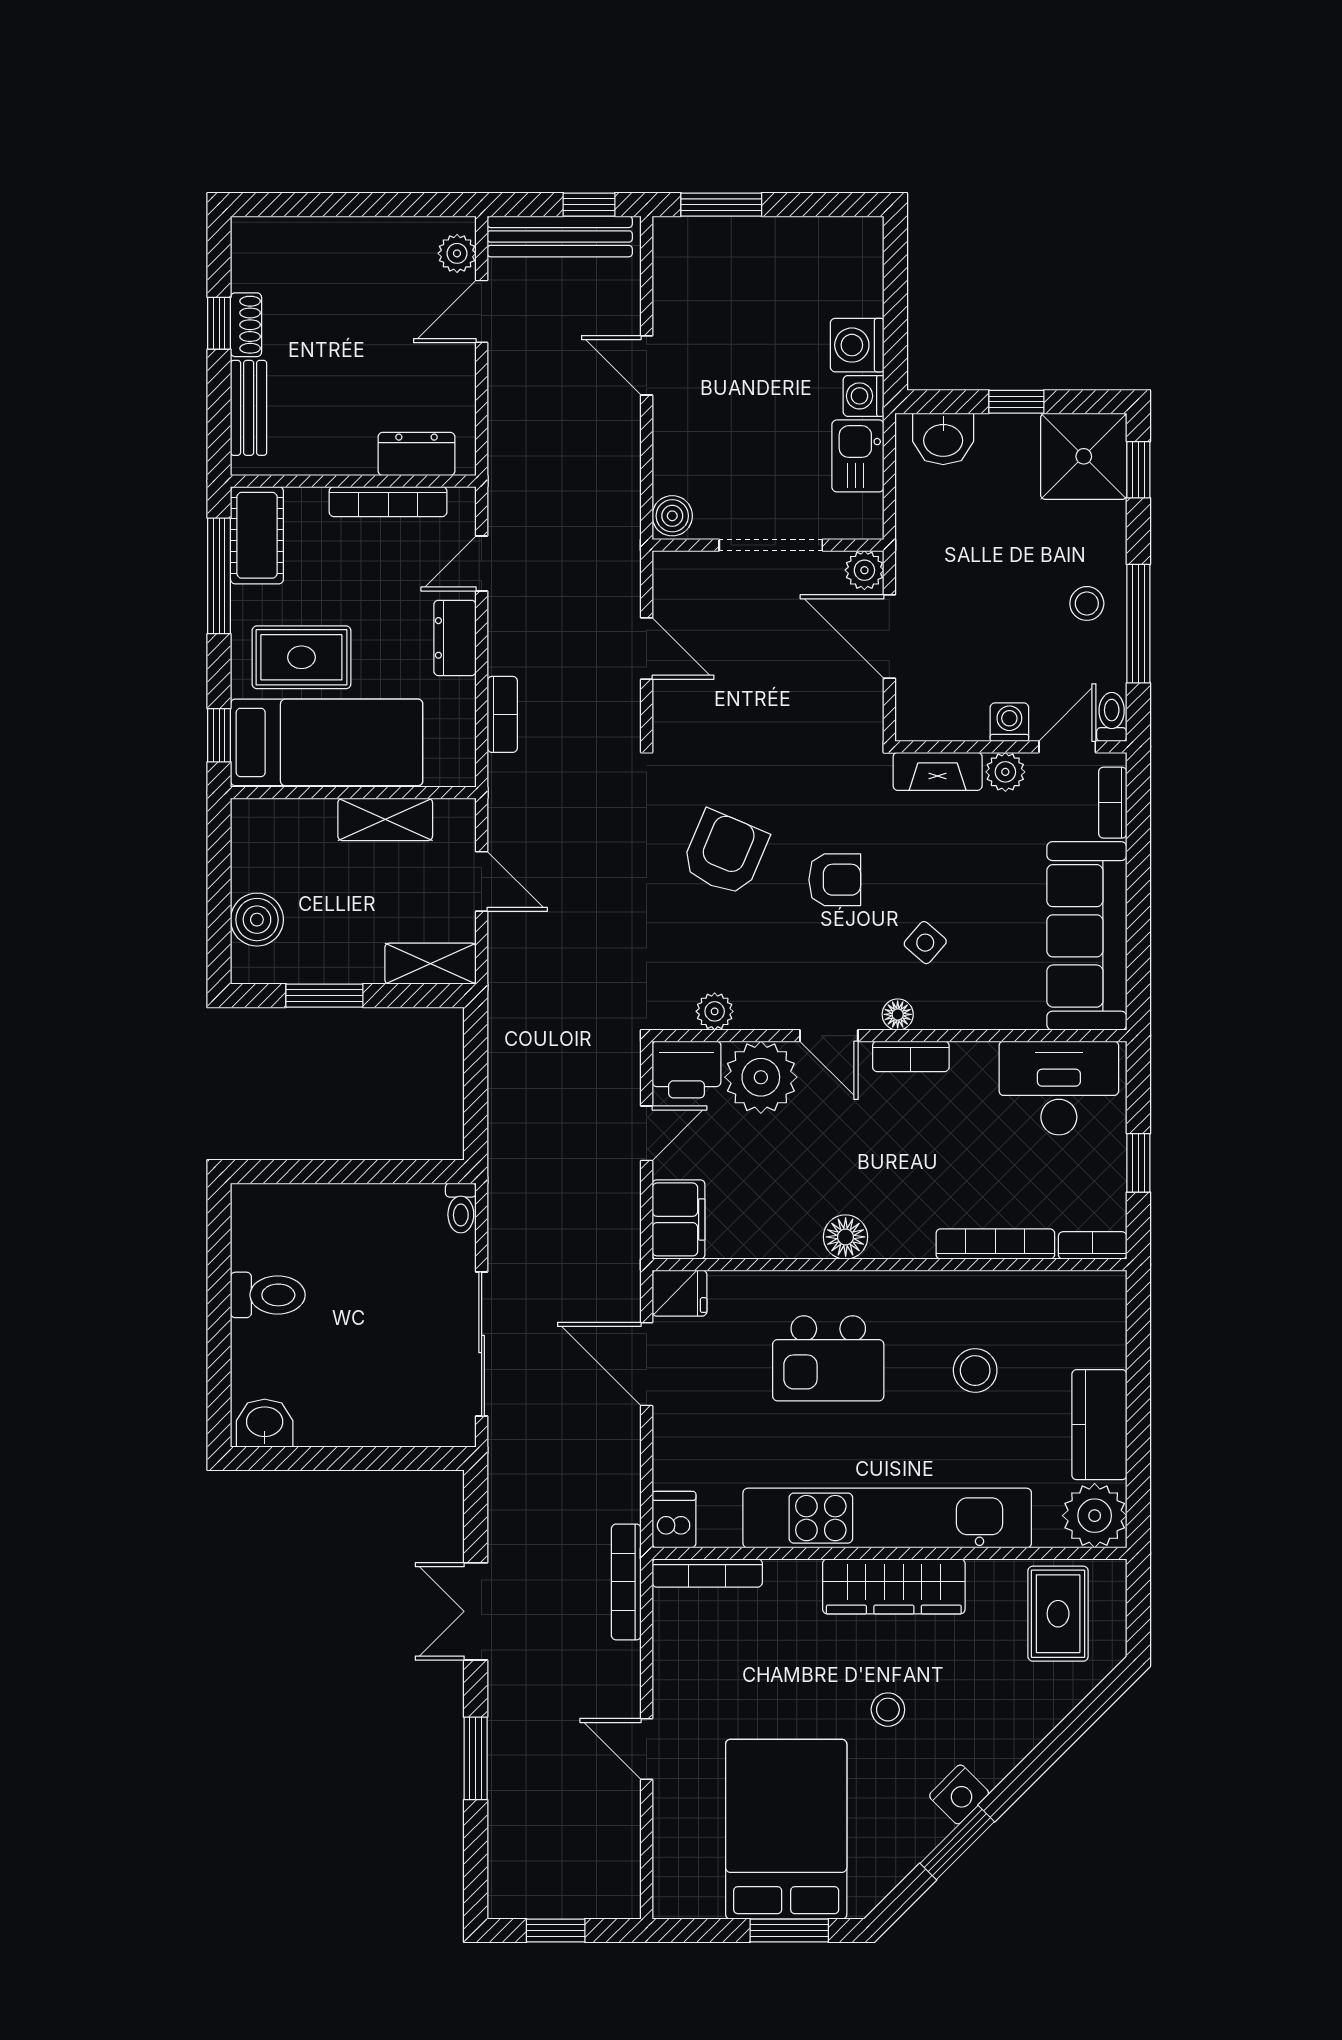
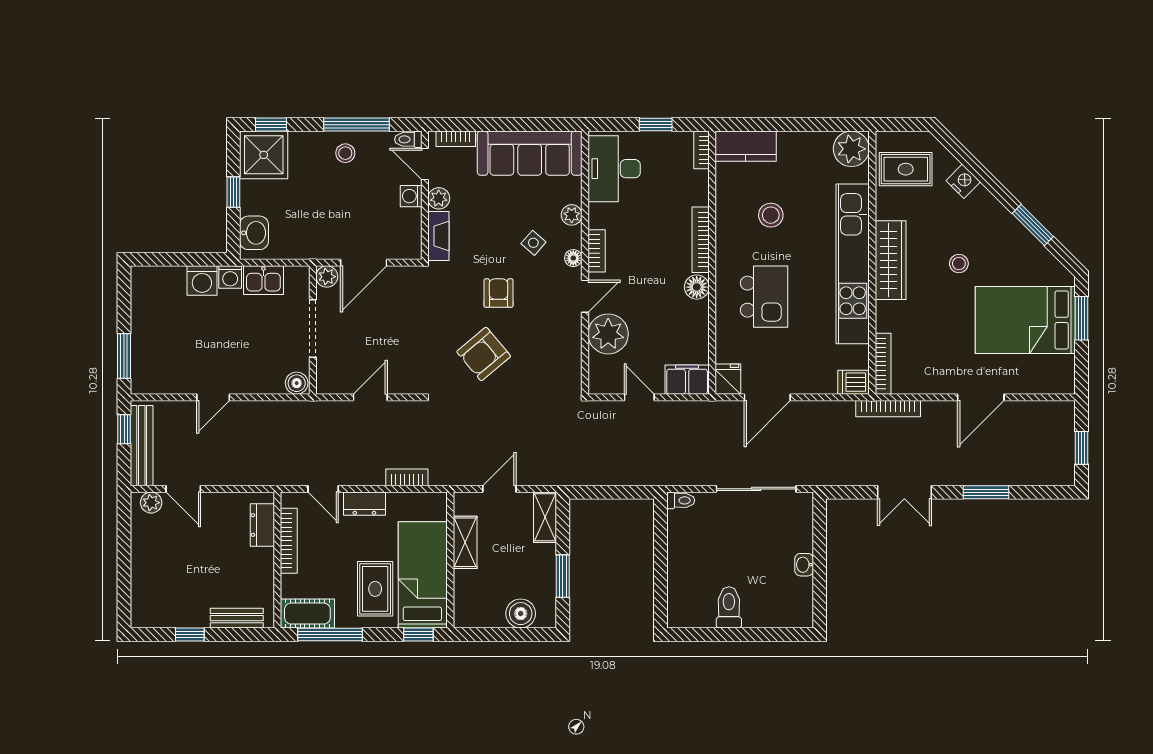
shoe rack: (246, 325) -> (191, 620), removed
armchair: (725, 853) -> (484, 354), turned -63
plant: (715, 1011) -> (572, 215), moved
printer: (687, 1069) -> (604, 375), removed
bookcase: (995, 1244) -> (701, 240), moved
washbasin: (265, 1423) -> (804, 565), moved, width x0.72, depth x0.69
kitchen counter: (1099, 1425) -> (746, 146), moved
door: (647, 1749) -> (981, 397), width x1.38
nightstand: (959, 1794) -> (963, 181), moved

